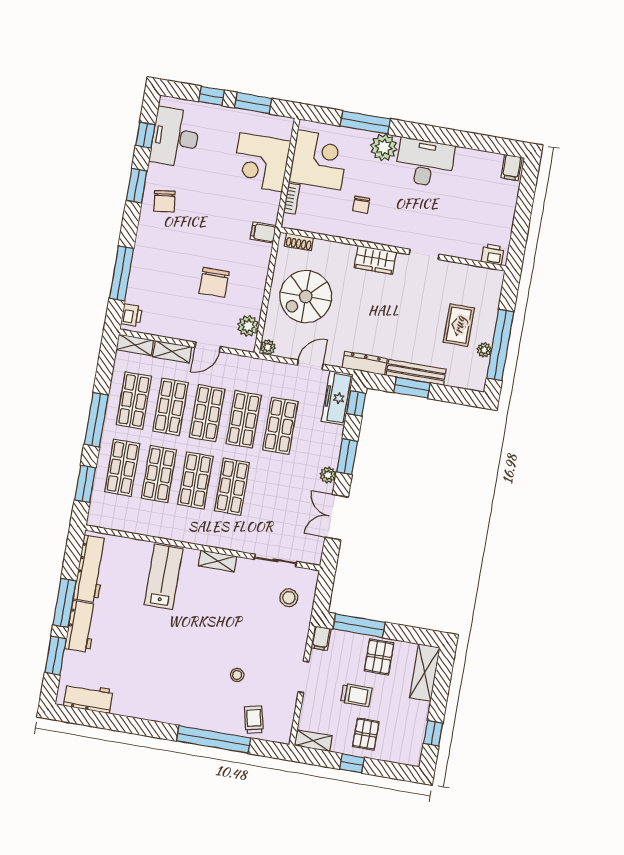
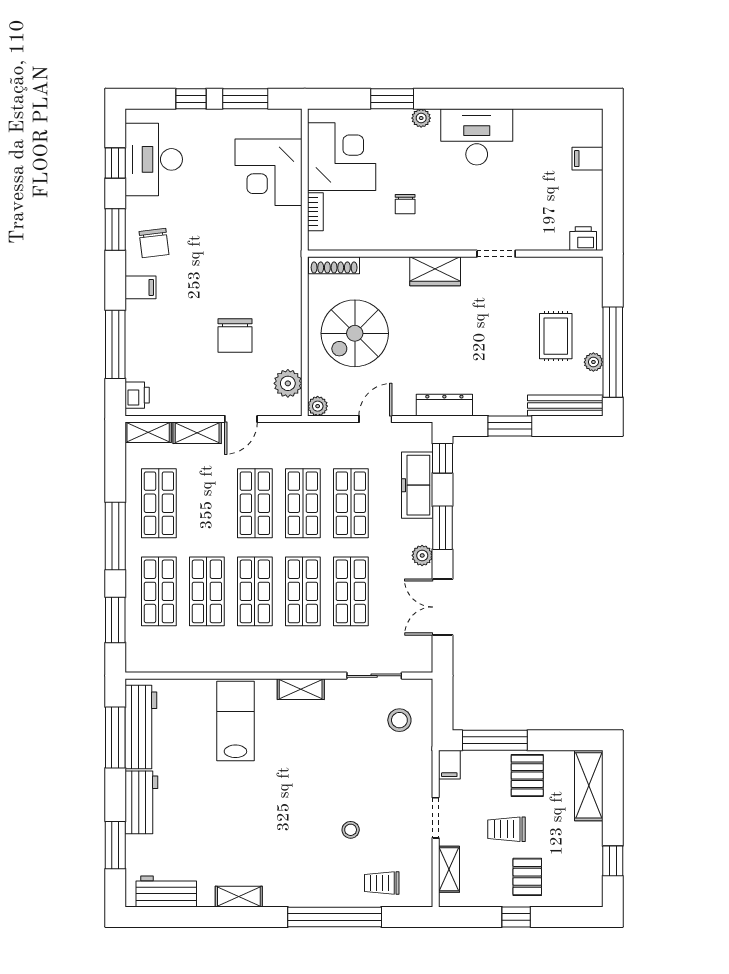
window: (365, 122) -> (392, 99), width x0.69
plant: (384, 147) -> (421, 118), width x0.53, depth x0.53
filing cabinet: (512, 168) -> (587, 159), moved, turned 90
filing cabinet: (263, 232) -> (140, 287), moved, turned 180
shoe rack: (299, 242) -> (334, 265), width x1.43
bench: (416, 372) -> (565, 406), moved
freezer: (337, 398) -> (417, 485), moved
shop shelf: (170, 407) -> (351, 591), moved
window: (65, 603) -> (115, 737), moved
trolley: (356, 695) -> (506, 829), turned 180
shelving: (143, 711) -> (239, 897), added
trolley: (254, 720) -> (382, 883), turned -77
shelving: (313, 741) -> (449, 869), moved, turned 90

